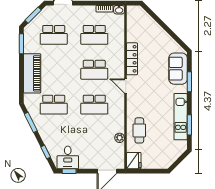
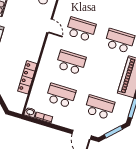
locker: (132, 59) -> (27, 77), moved
door: (126, 86) -> (50, 26), moved

